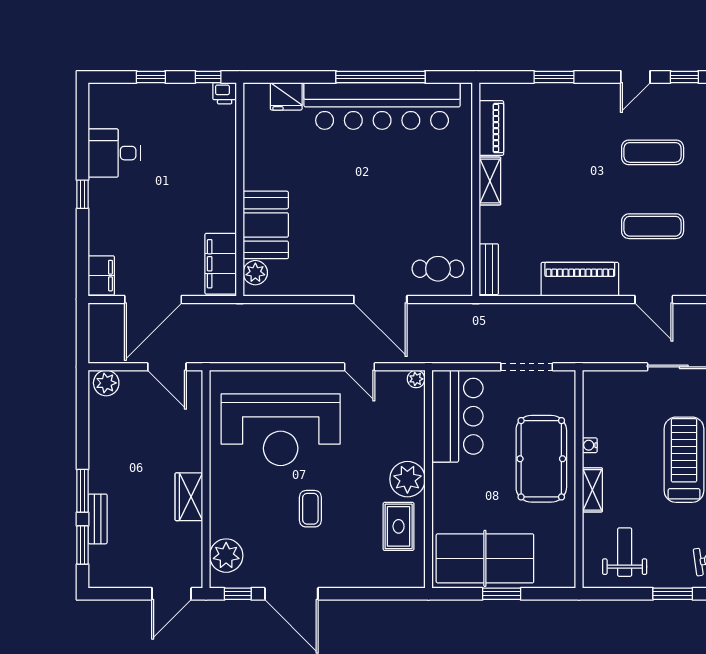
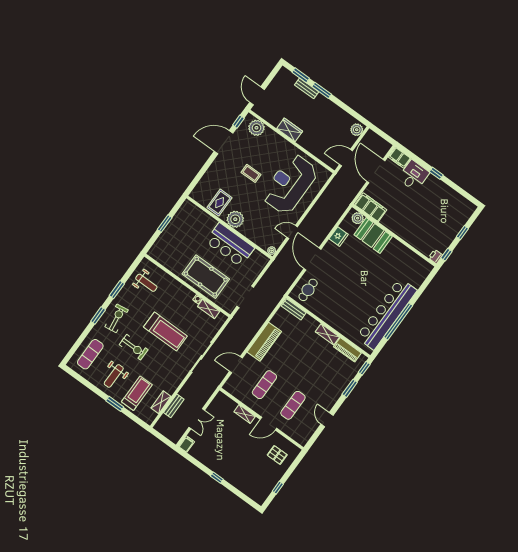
window: (684, 77) -> (364, 368), moved
fridge: (286, 96) -> (339, 237), moved, turned 180
desk: (114, 153) -> (414, 176), moved
door: (380, 299) -> (312, 259), hinge flipped
bar counter: (457, 416) -> (230, 245), moved
shelving: (592, 490) -> (209, 309), moved
rug: (399, 526) -> (220, 203), turned 90
table tennis table: (485, 558) -> (183, 227), removed

